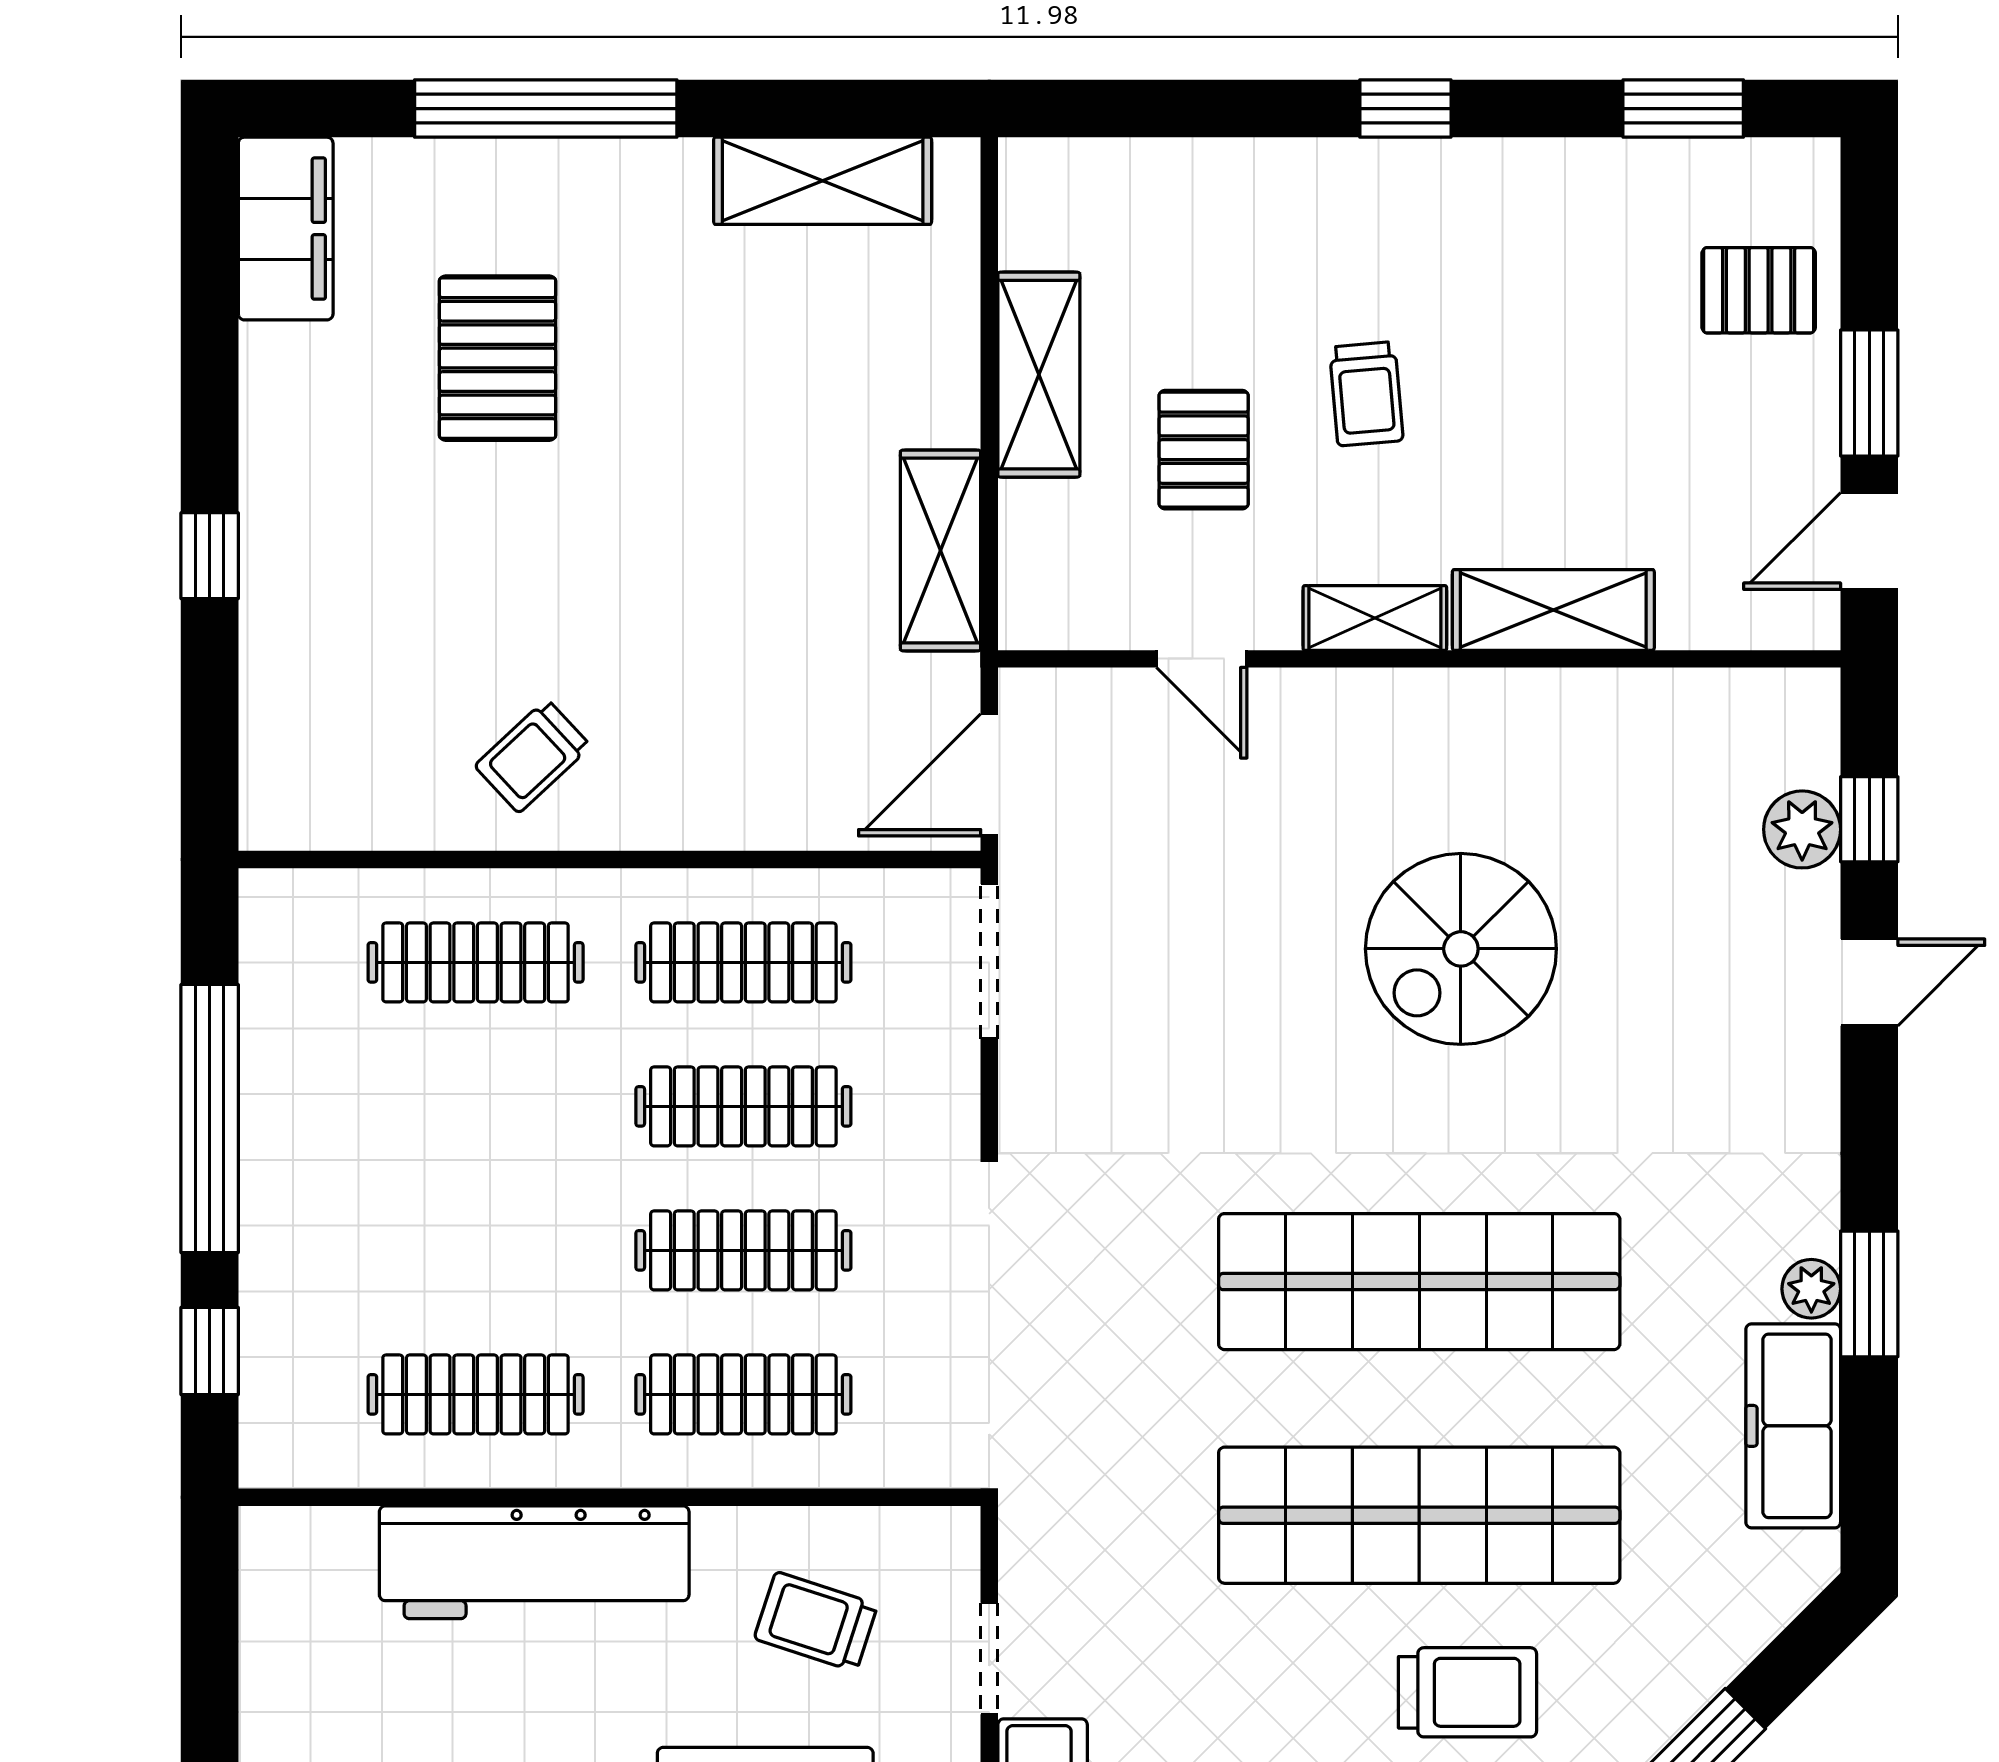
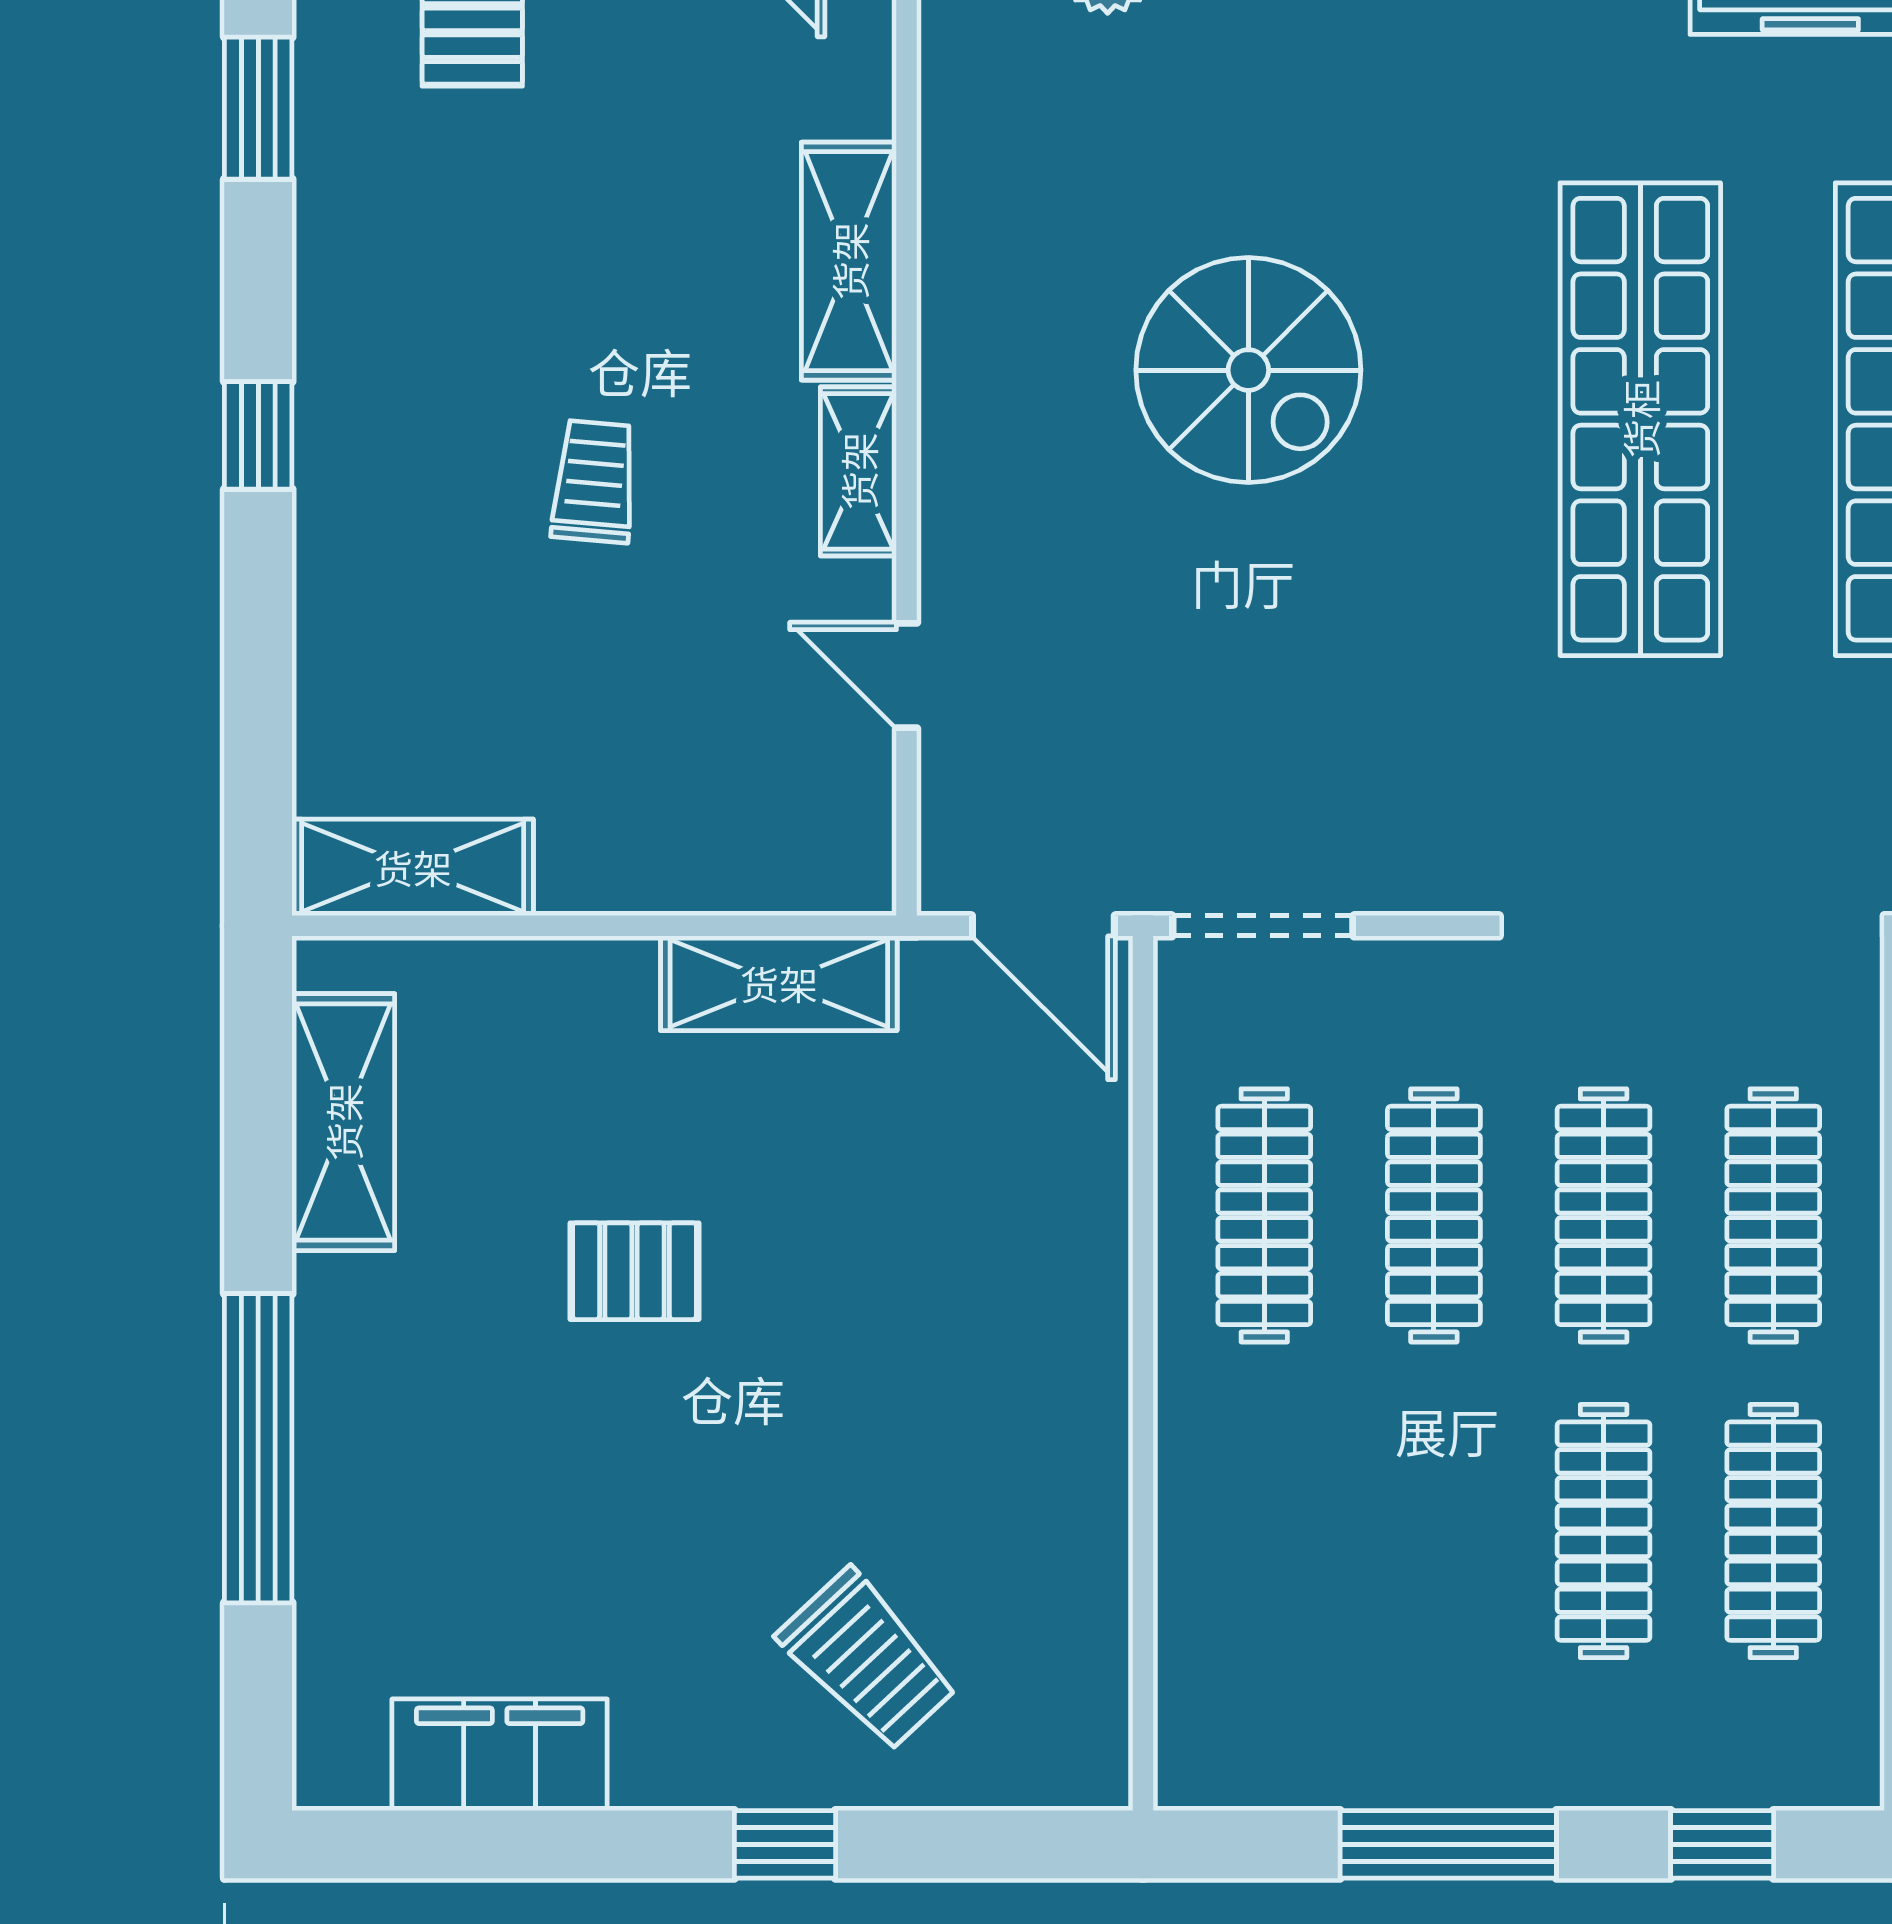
filing cabinet: (286, 229) -> (500, 1755), moved
pallet: (497, 358) -> (634, 1271), moved, width x0.67, depth x0.71
shelving: (1039, 375) -> (413, 867), moved
trolley: (1366, 394) -> (594, 482), turned -80
pallet: (1204, 450) -> (660, 673), removed
door: (1202, 659) -> (907, 676), swing flipped
trolley: (533, 756) -> (868, 1660), moved, width x1.36, depth x1.39
clothes rail: (476, 962) -> (1604, 1531), moved
window: (210, 1119) -> (1448, 1844), width x0.68

